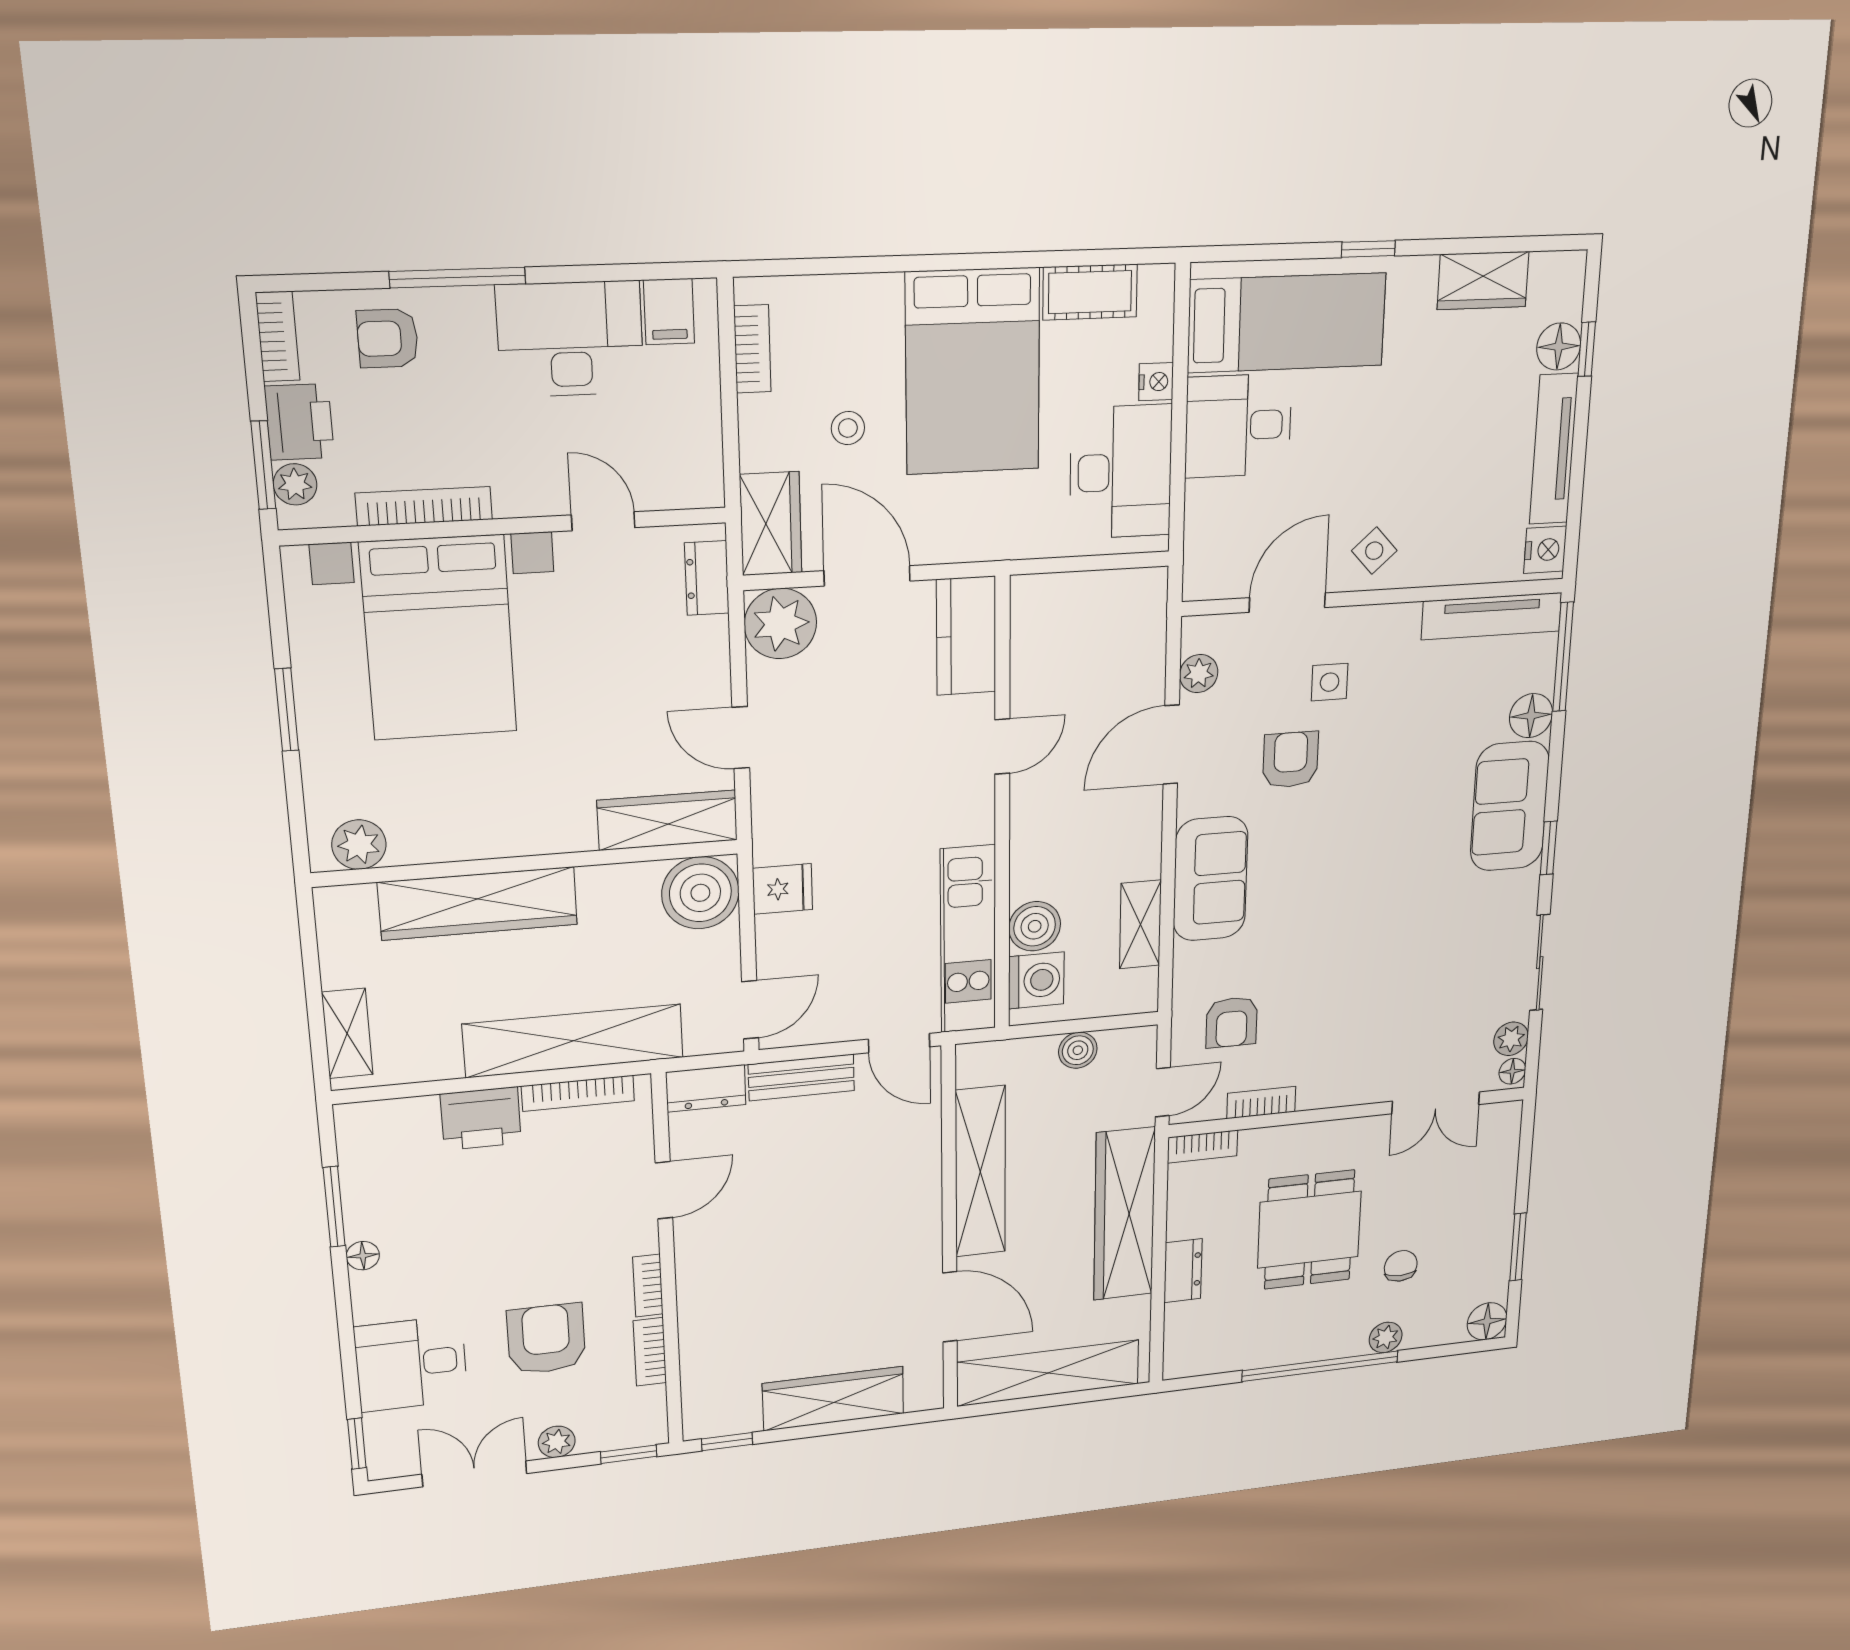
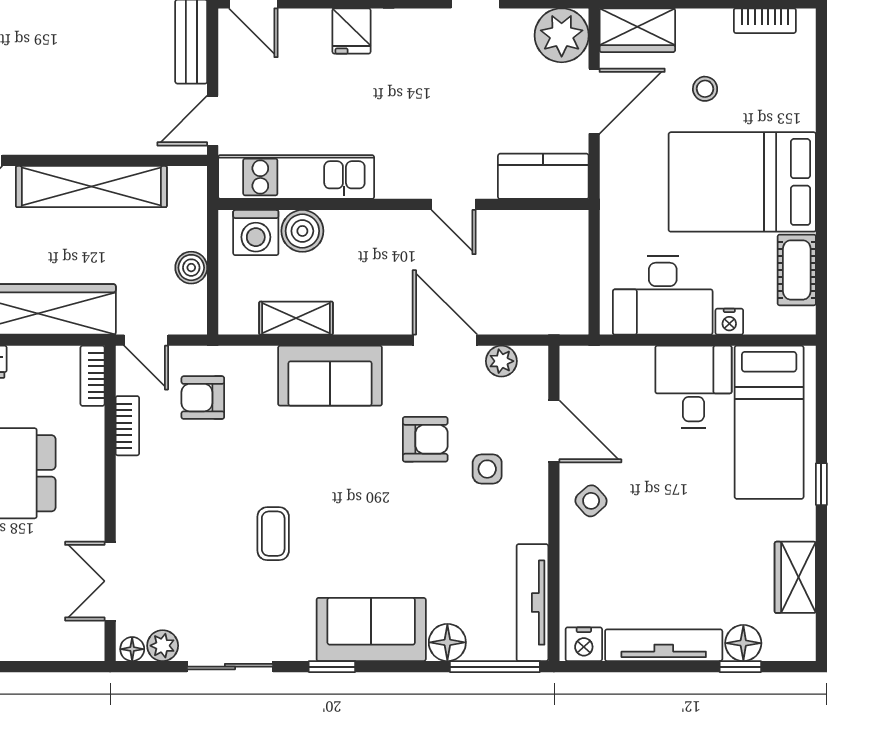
coffee table: (1393, 928) -> (273, 534), added

